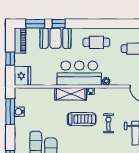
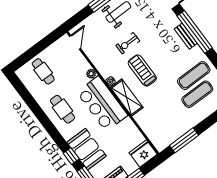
water cooler: (19, 112) -> (178, 132), removed

